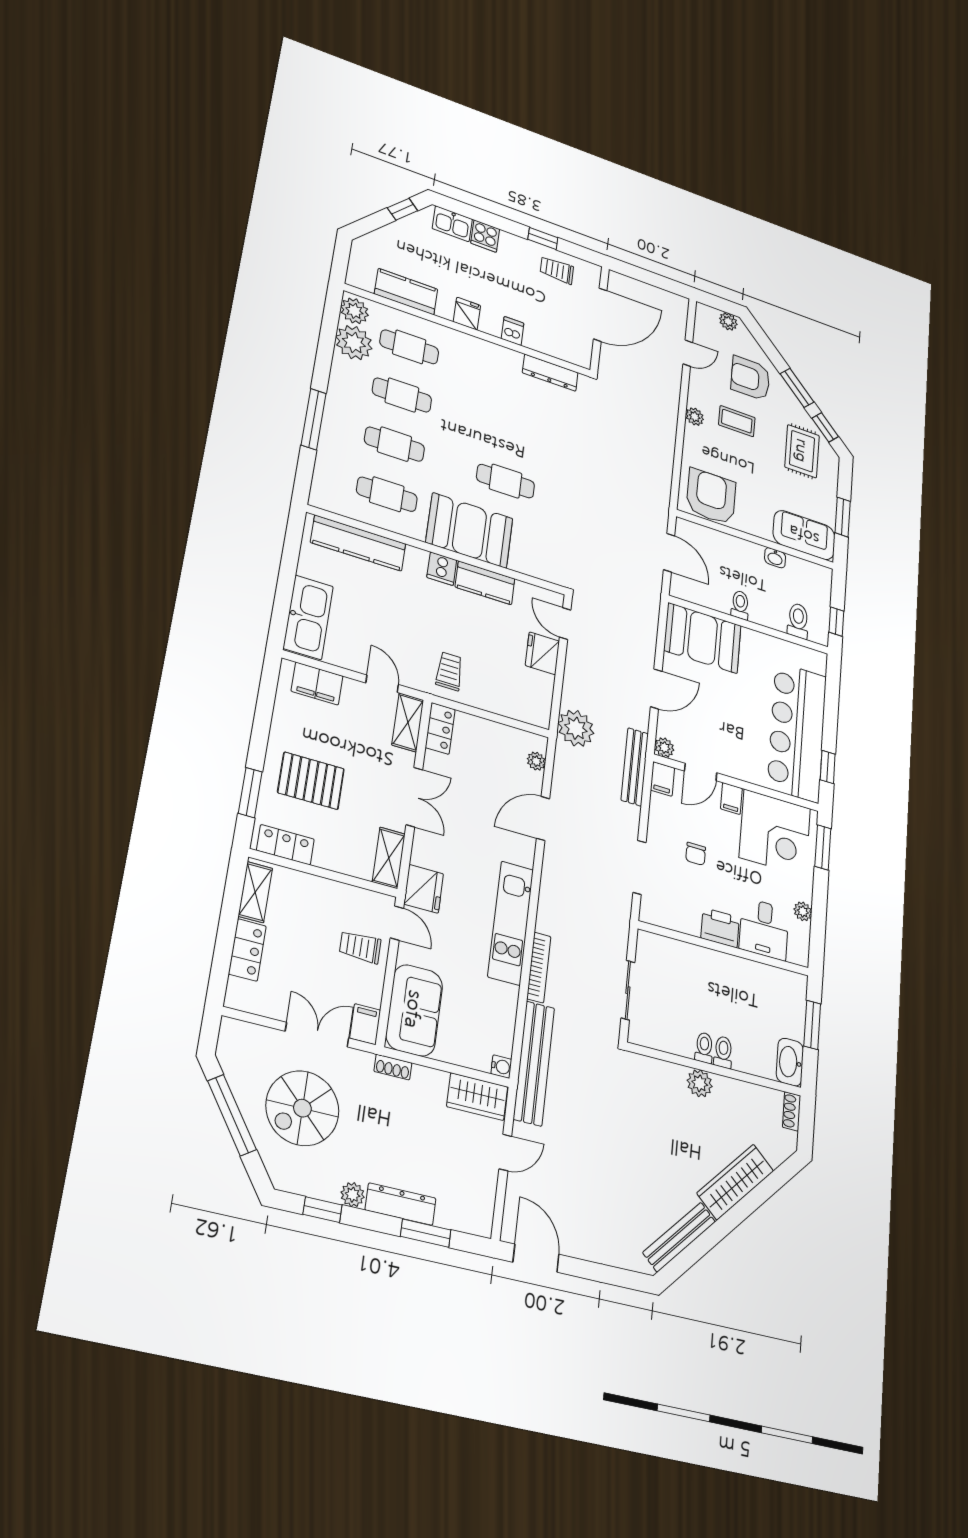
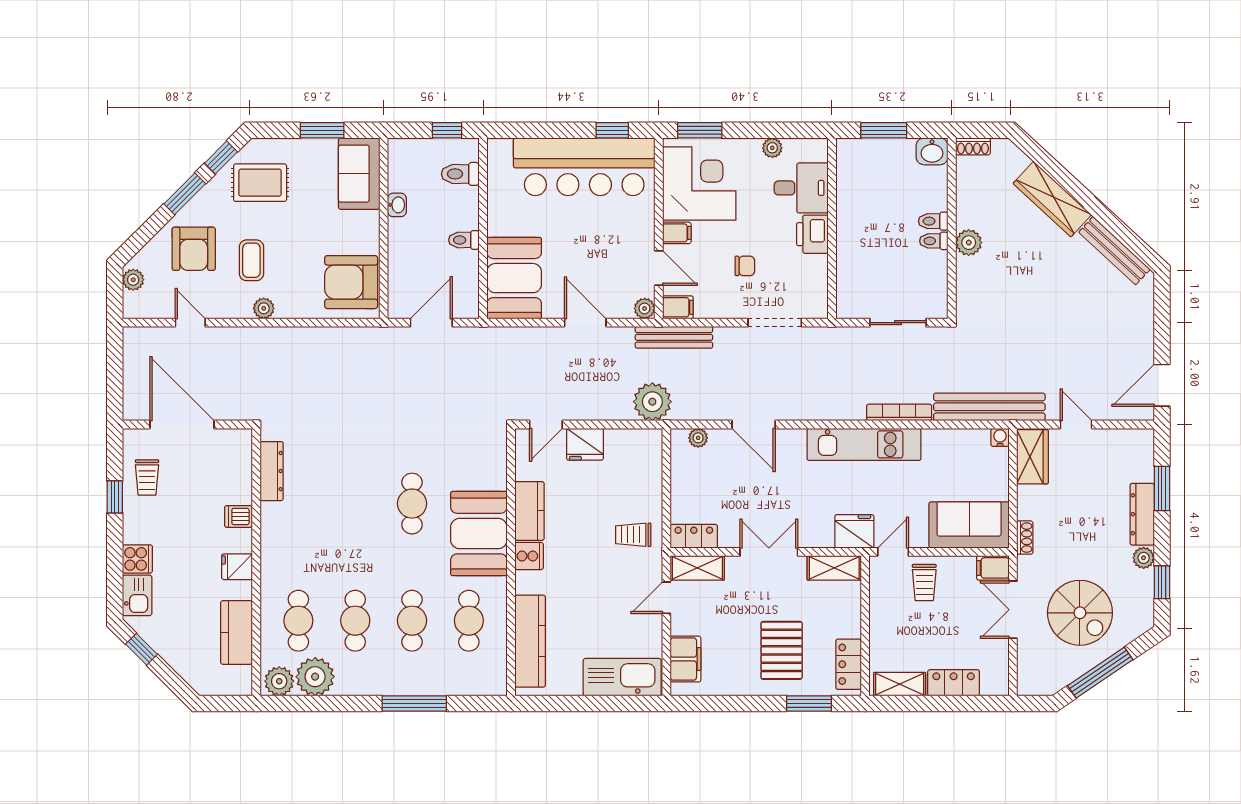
washbasin: (790, 1062) -> (932, 151), width x0.72

